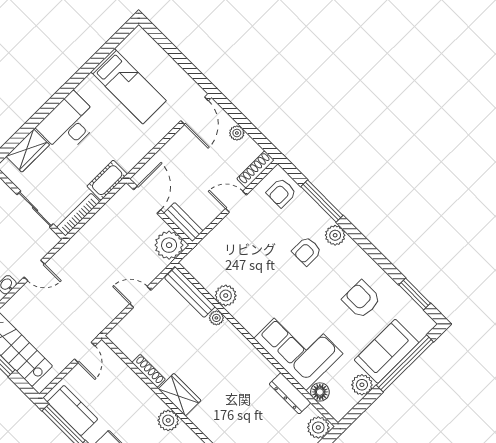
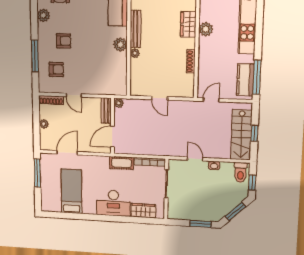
window: (188, 66) -> (37, 173), added
door: (195, 111) -> (67, 153), moved
armchair: (281, 193) -> (56, 69), moved
plant: (335, 235) -> (43, 15), moved
plant: (169, 245) -> (119, 103), width x0.53, depth x0.53
bench: (190, 292) -> (135, 29), moved
plant: (226, 295) -> (120, 45), moved
wardrobe: (180, 395) -> (188, 24), moved

